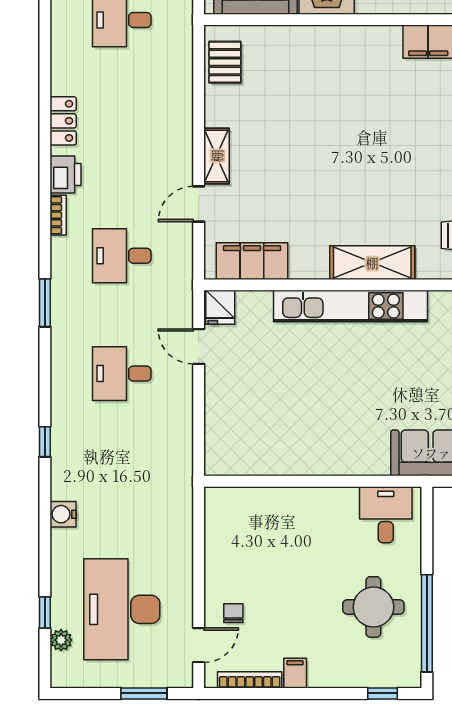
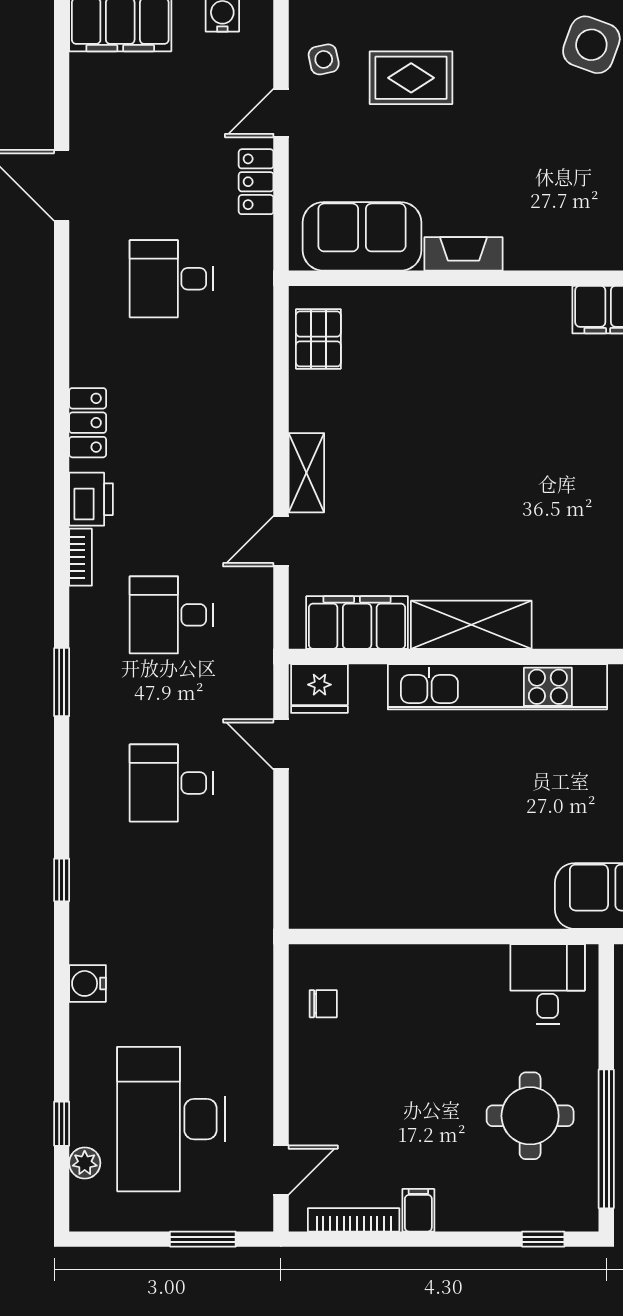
shelving: (372, 263) -> (471, 625), moved
fridge: (220, 307) -> (319, 689), width x1.38
chair: (233, 613) -> (323, 1004), moved, turned 90

